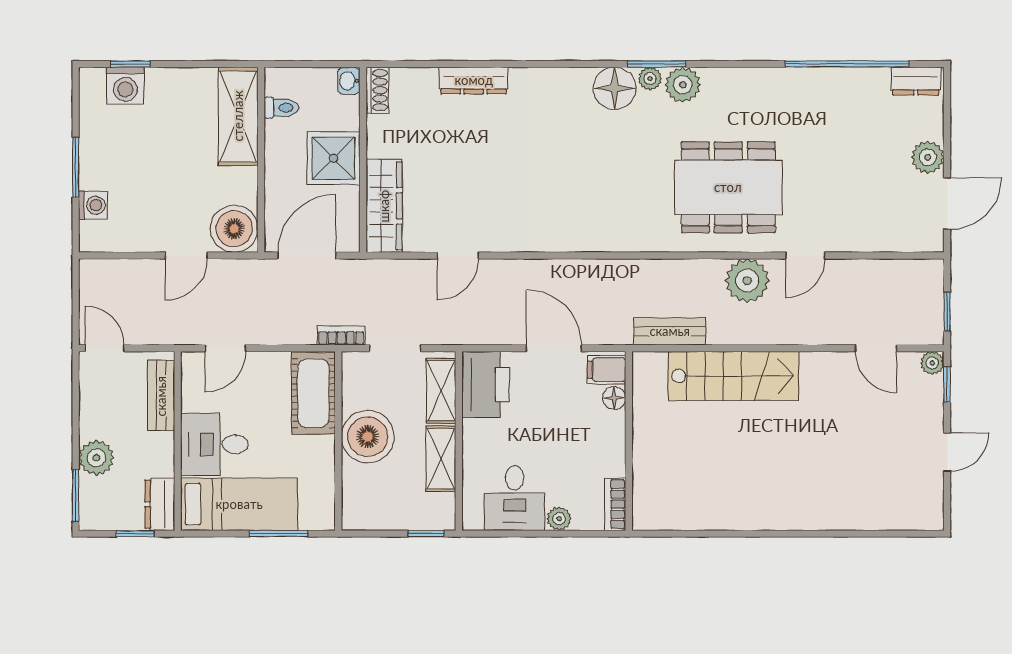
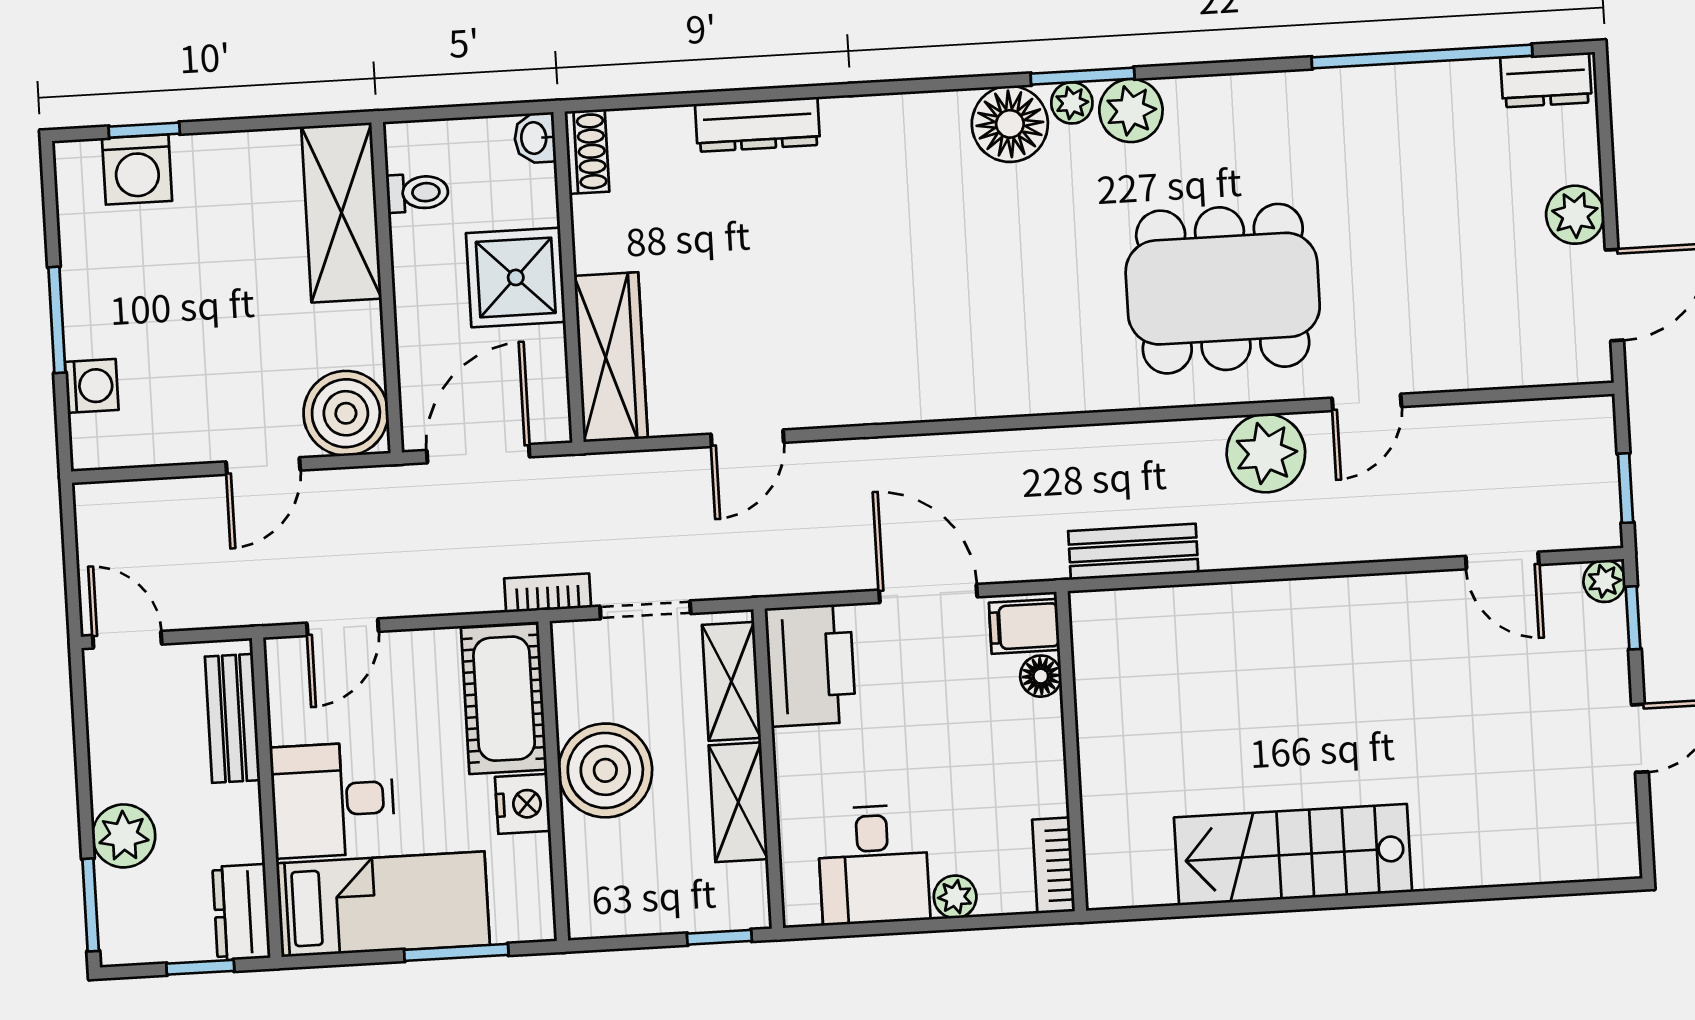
stairs: (734, 376) -> (1293, 855), moved, turned 180
nightstand: (321, 453) -> (523, 804), added

